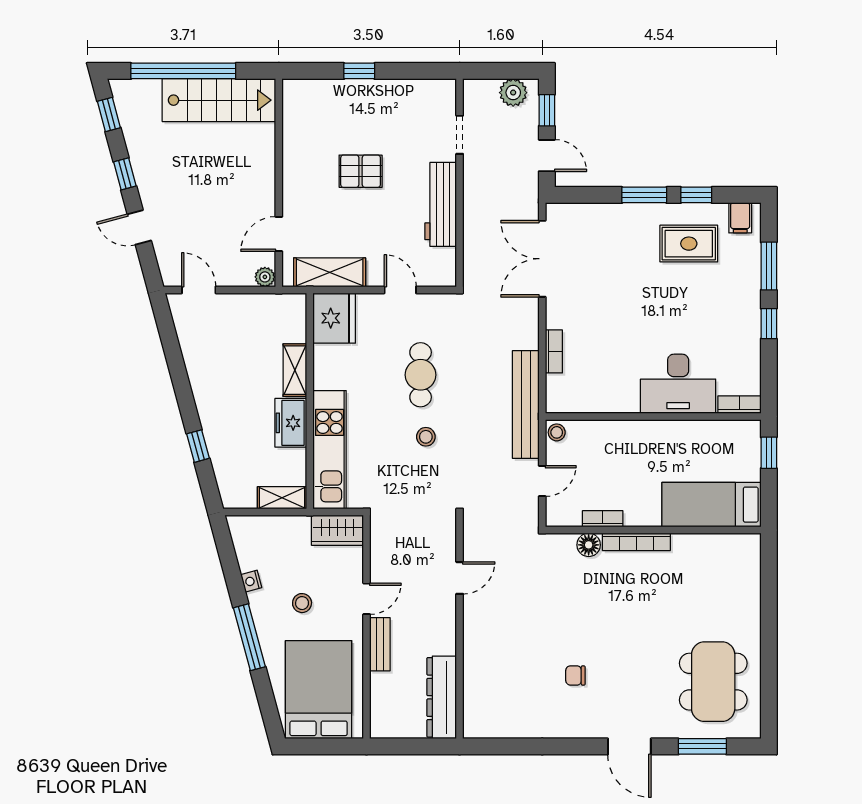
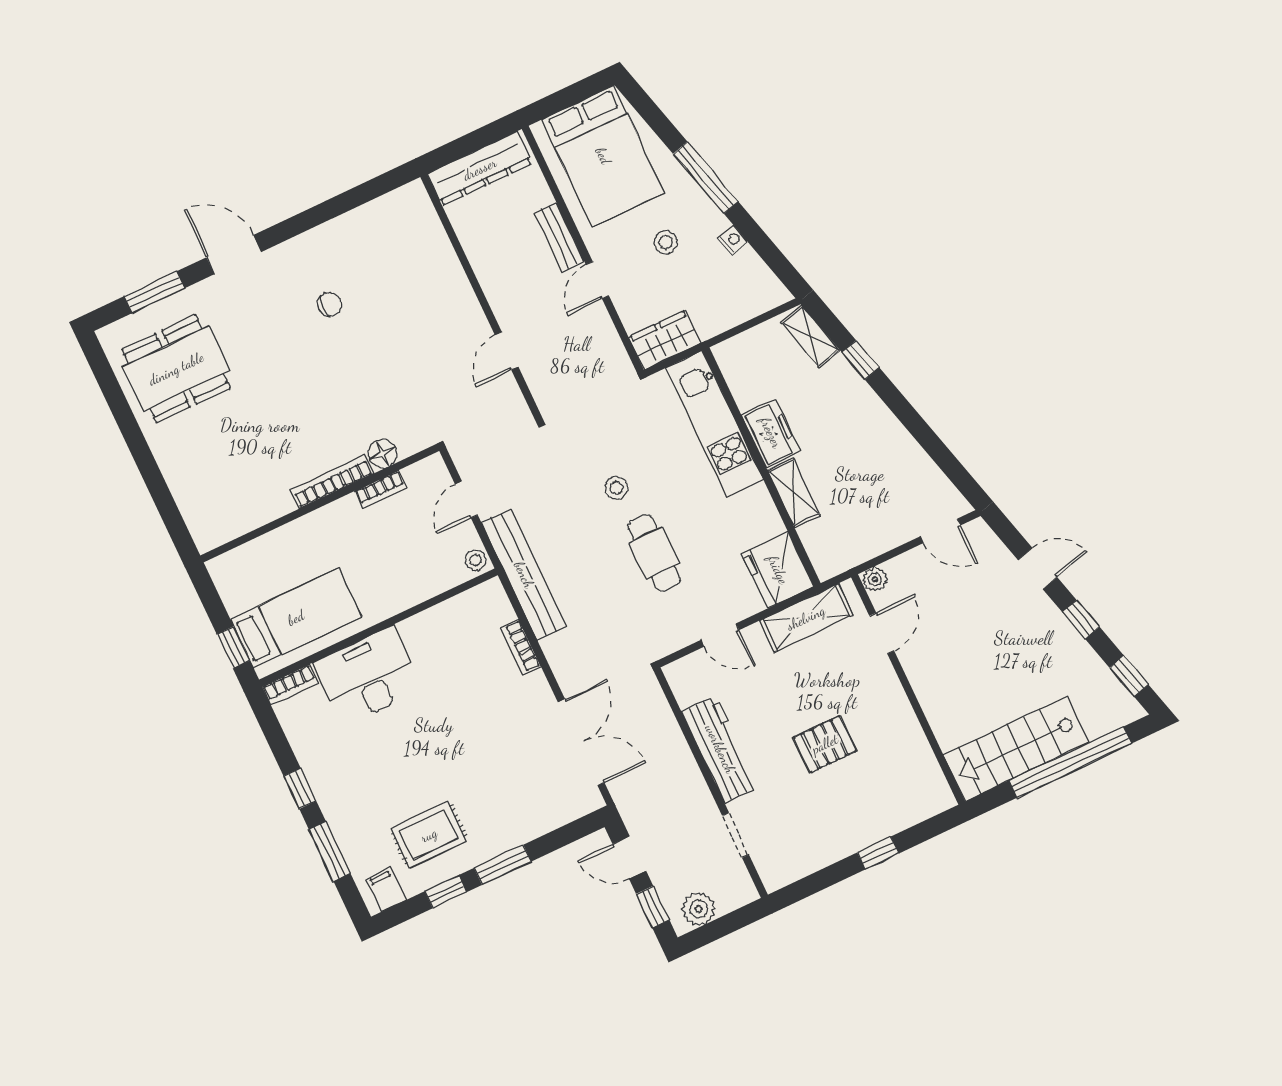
shelving: (282, 498) -> (810, 336), moved, turned 75
bed: (712, 505) -> (296, 618), moved
dining table: (713, 682) -> (176, 369), turned 90
dresser: (442, 697) -> (480, 169), moved, turned 90

